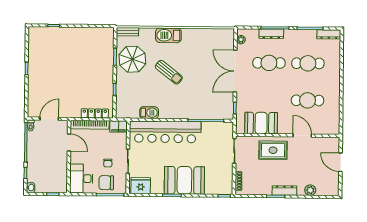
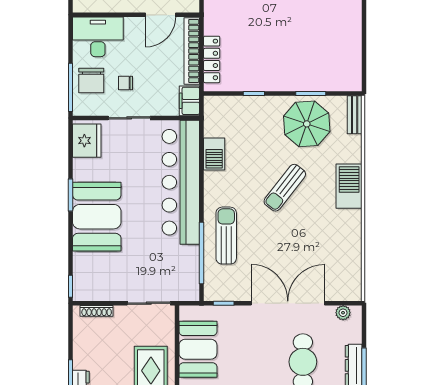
sun lounger: (196, 106) -> (226, 236), added
chair: (106, 183) -> (91, 80), turned 180

